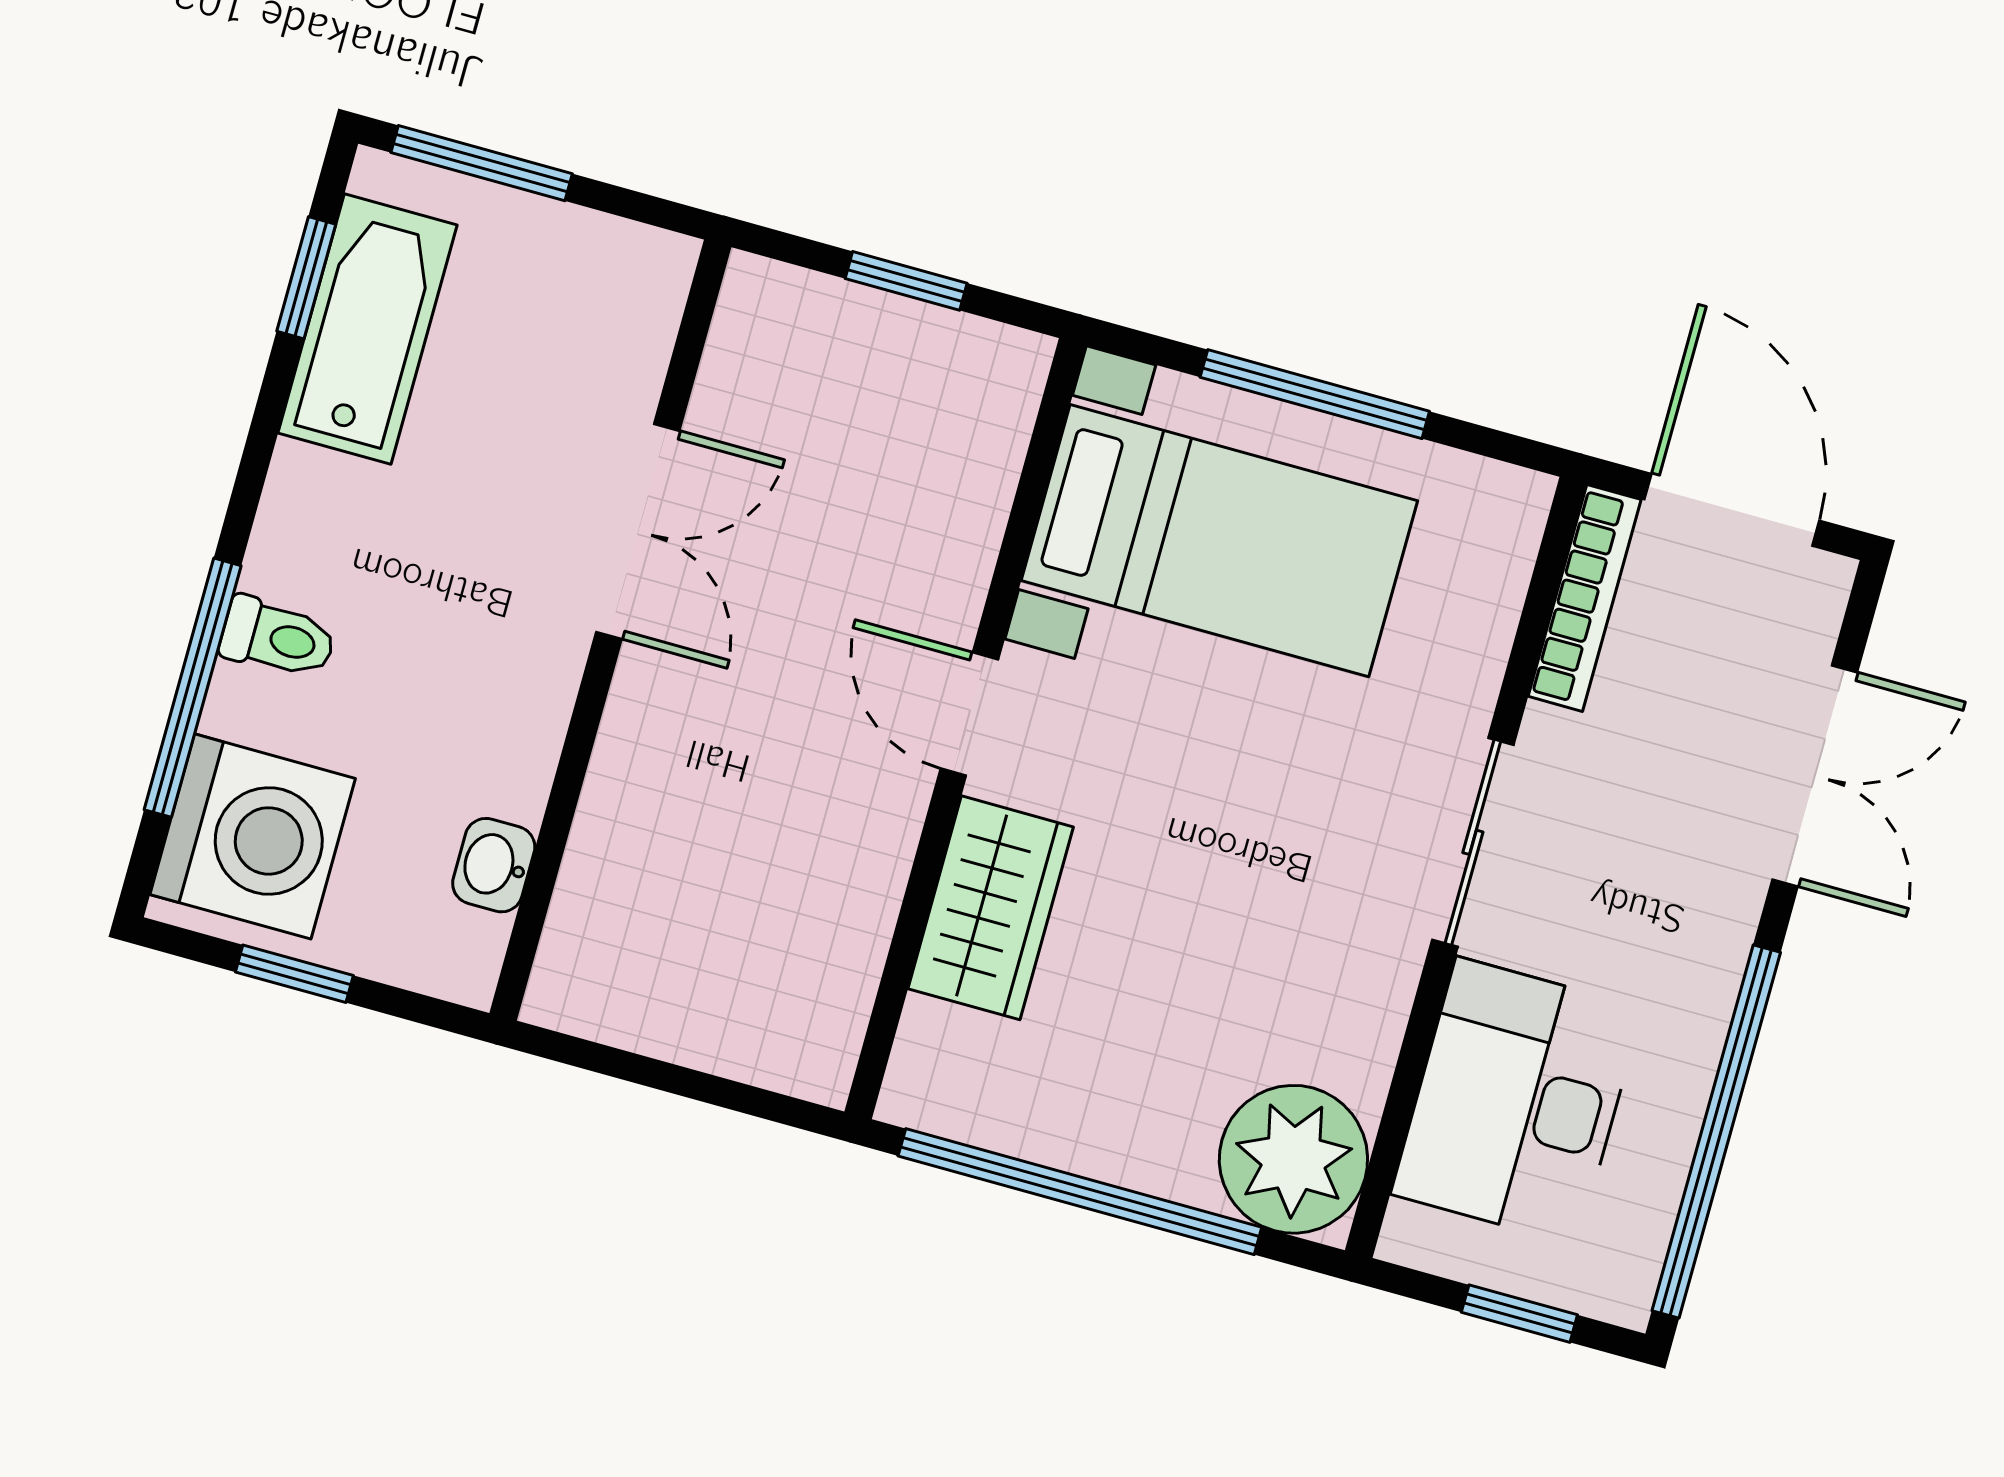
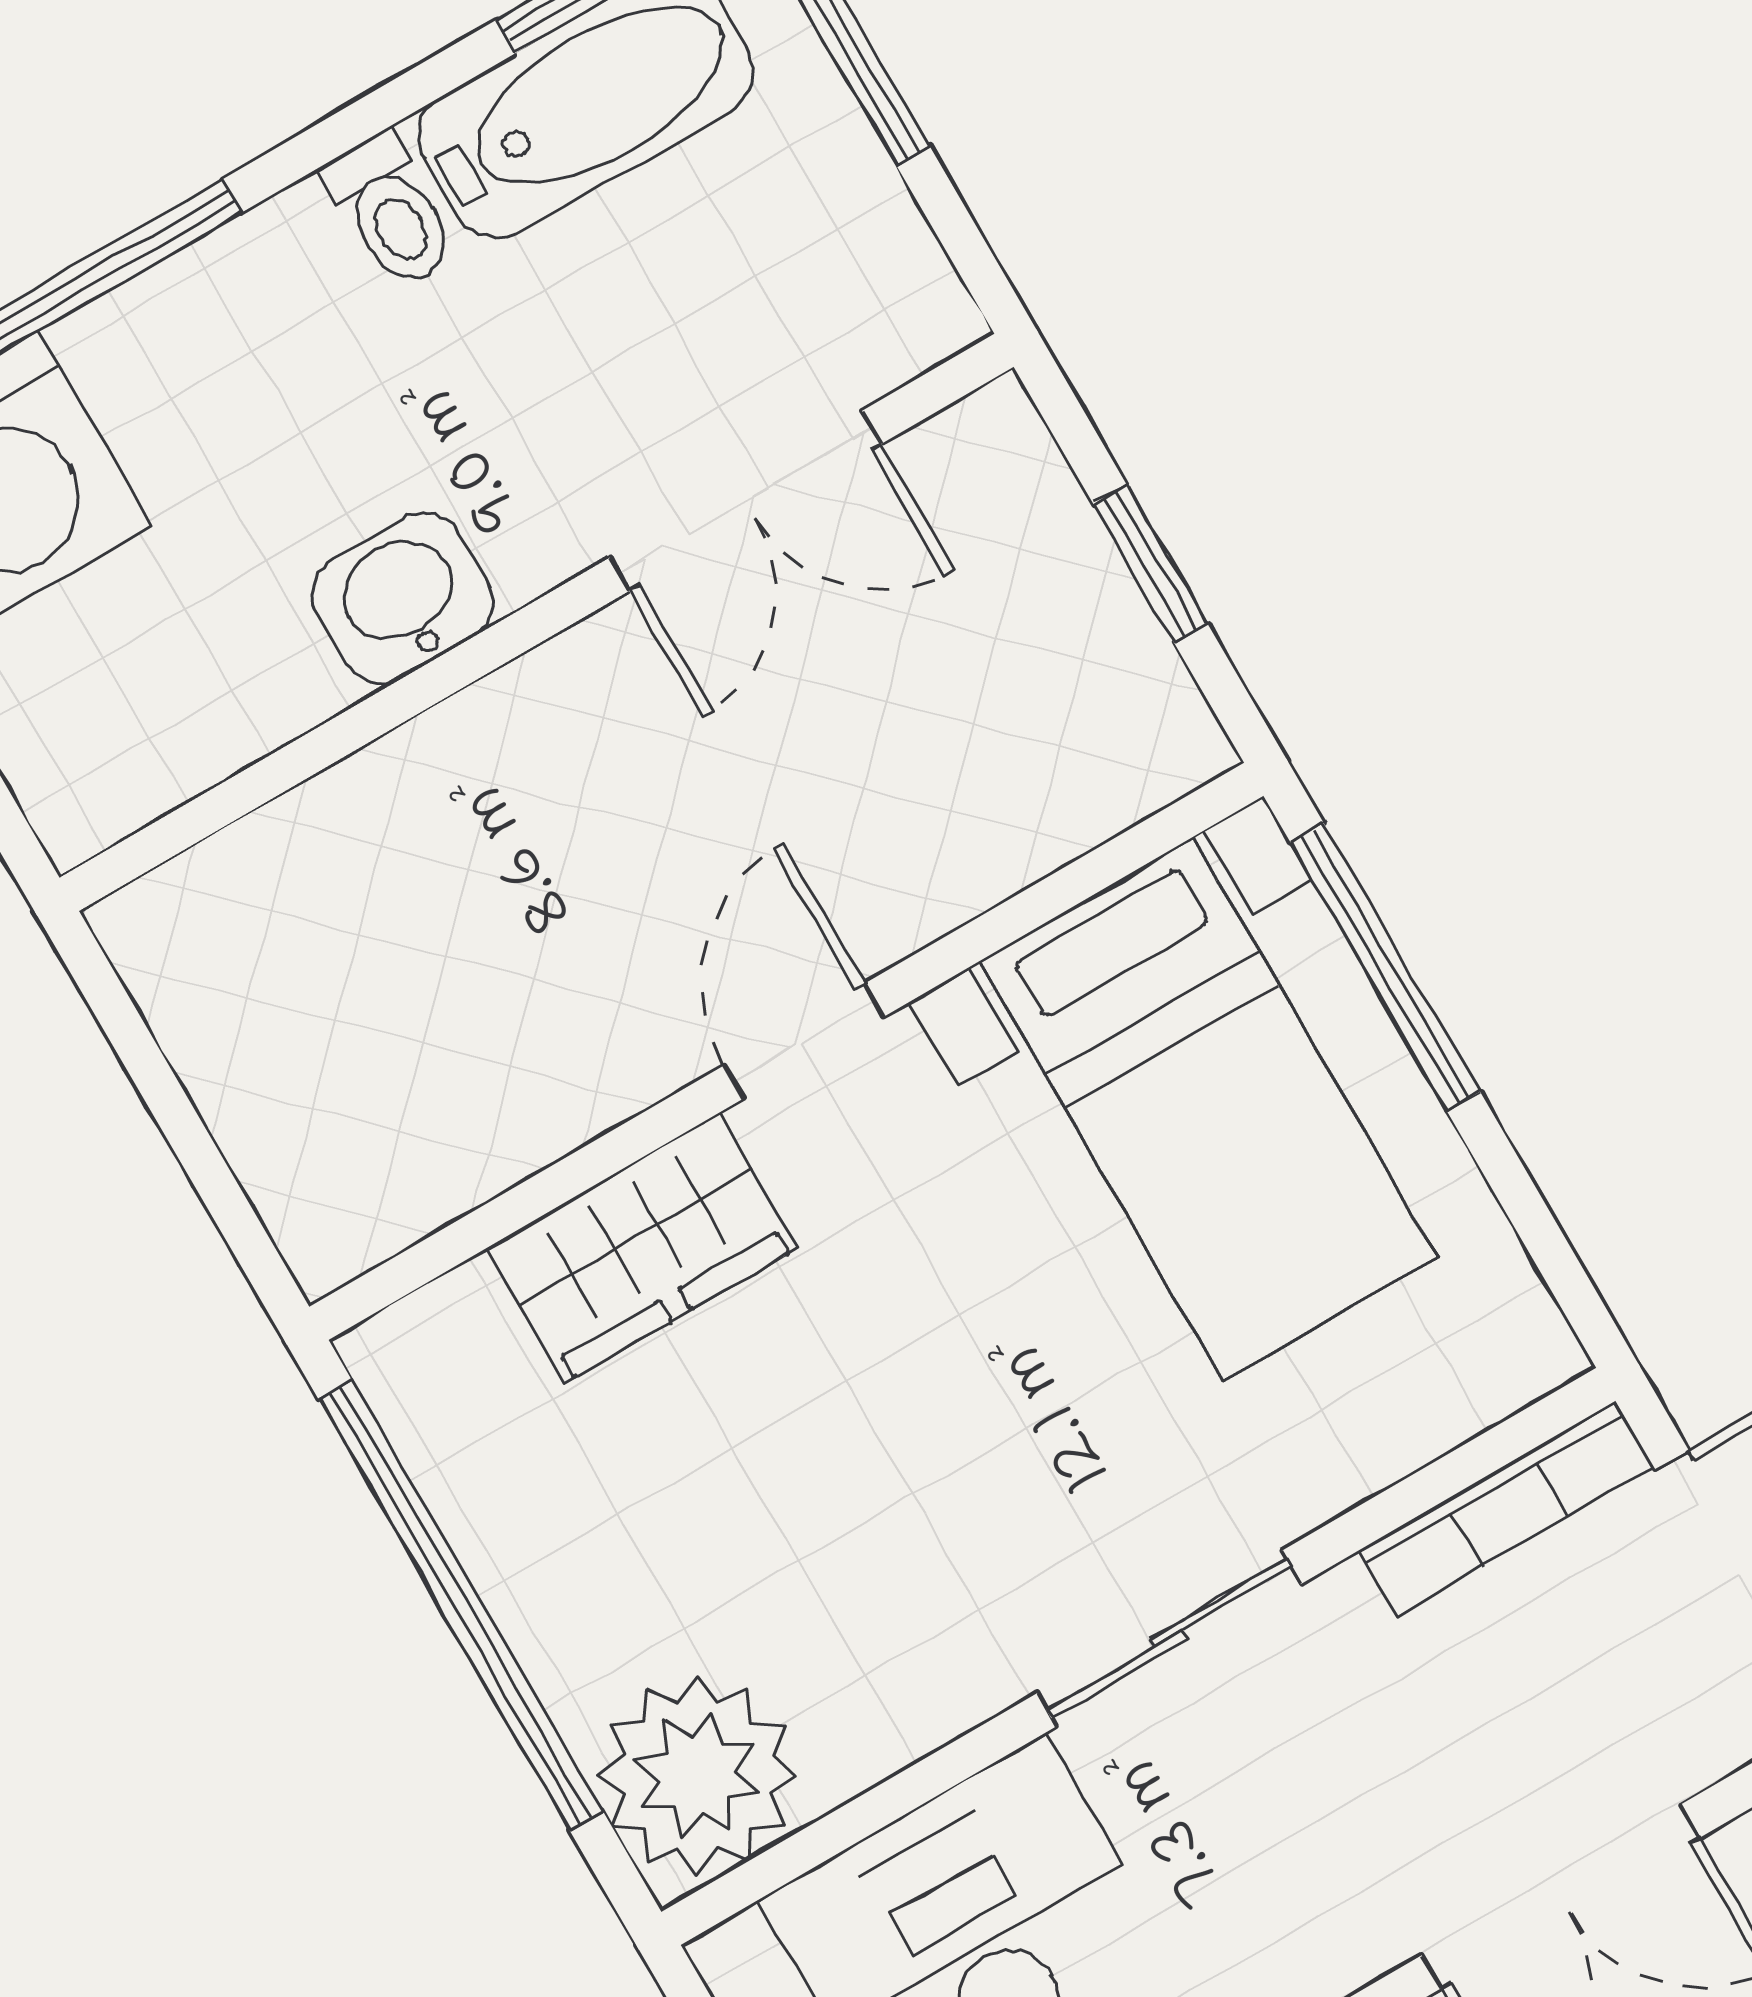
window: (1315, 394) -> (1385, 967), moved
double door: (638, 531) -> (746, 501), moved
toilet: (278, 638) -> (390, 211), moved
washbasin: (494, 865) -> (403, 598), moved, width x1.38, depth x1.45

